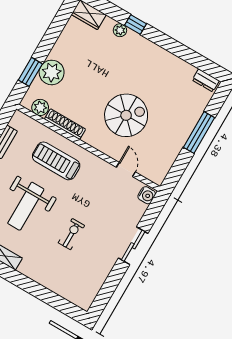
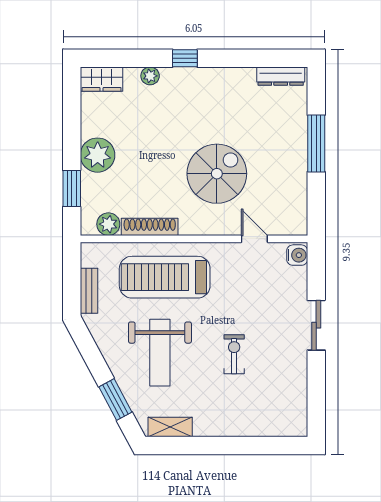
window: (136, 24) -> (185, 58), moved
plant: (52, 72) -> (98, 155), moved
dresser: (206, 80) -> (281, 76), width x1.44
treadmill: (56, 161) -> (165, 277), width x1.37, depth x1.38

